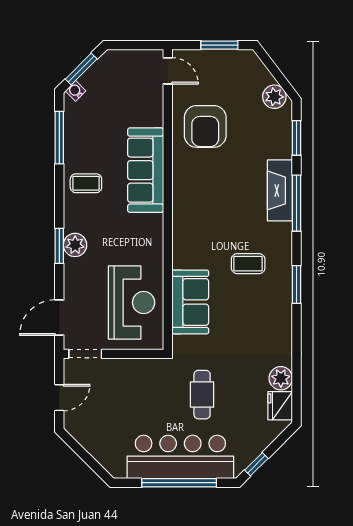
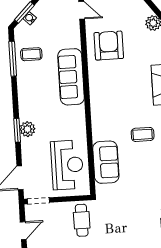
water cooler: (76, 91) -> (30, 18), moved
armchair: (205, 126) -> (109, 46), turned 180
coffee table: (86, 183) -> (31, 54), moved
cafe table: (202, 395) -> (82, 220), moved

